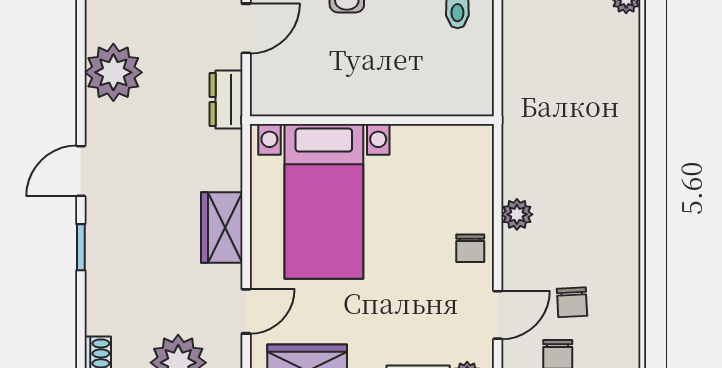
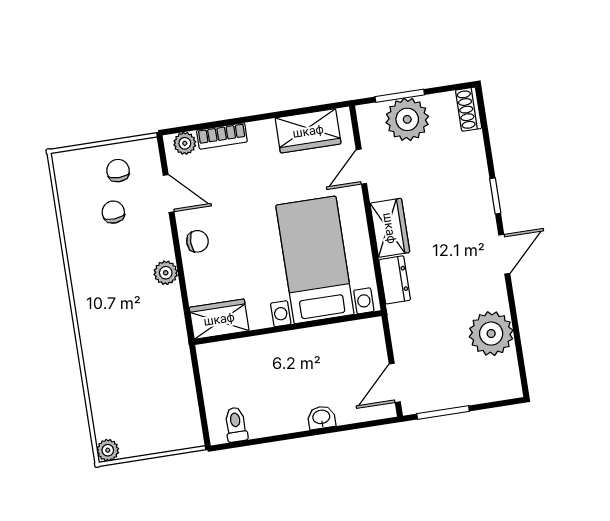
dresser: (226, 100) -> (395, 280), moved
wardrobe: (458, 145) -> (219, 319), added
chair: (470, 248) -> (197, 241), turned 90
door: (498, 315) -> (169, 194), swing flipped

